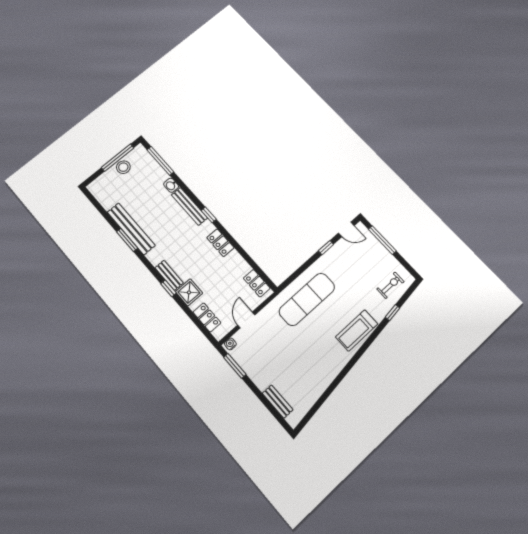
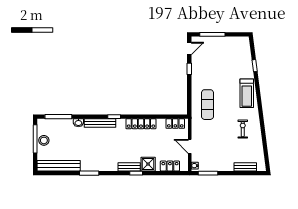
bench: (131, 229) -> (59, 166), moved
locker: (220, 243) -> (141, 124), width x1.53
exercise bike: (390, 285) -> (243, 129), moved
exercise mat: (307, 299) -> (207, 105), width x0.73, depth x0.69

